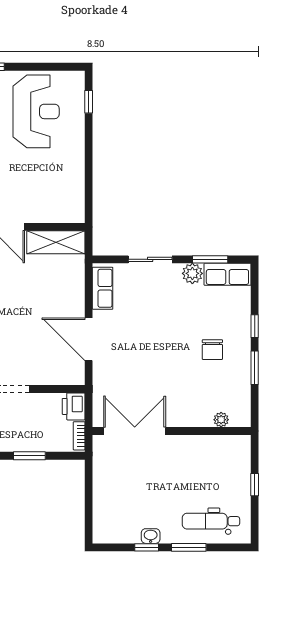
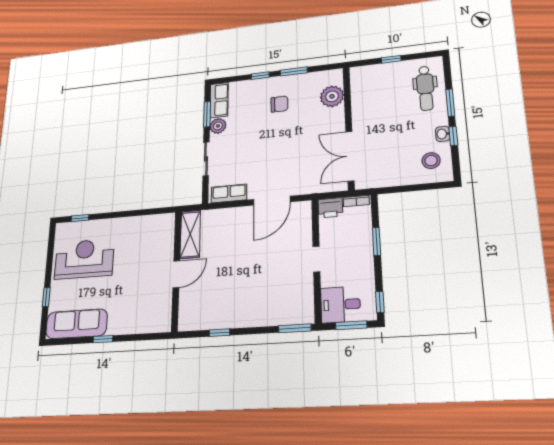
plant: (221, 420) -> (332, 96), width x1.88, depth x1.88
stool: (119, 521) -> (431, 161), added

